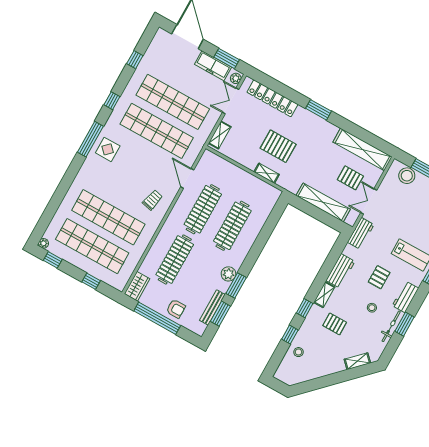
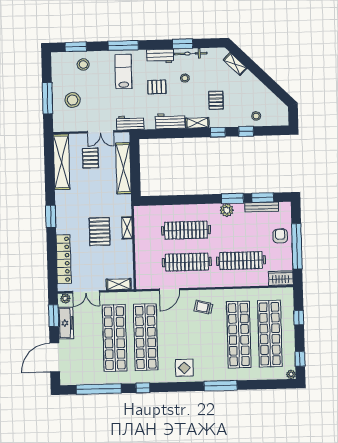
window: (135, 60) -> (99, 389), width x3.17
window: (90, 139) -> (221, 386), moved
stool: (407, 176) -> (73, 100), moved

